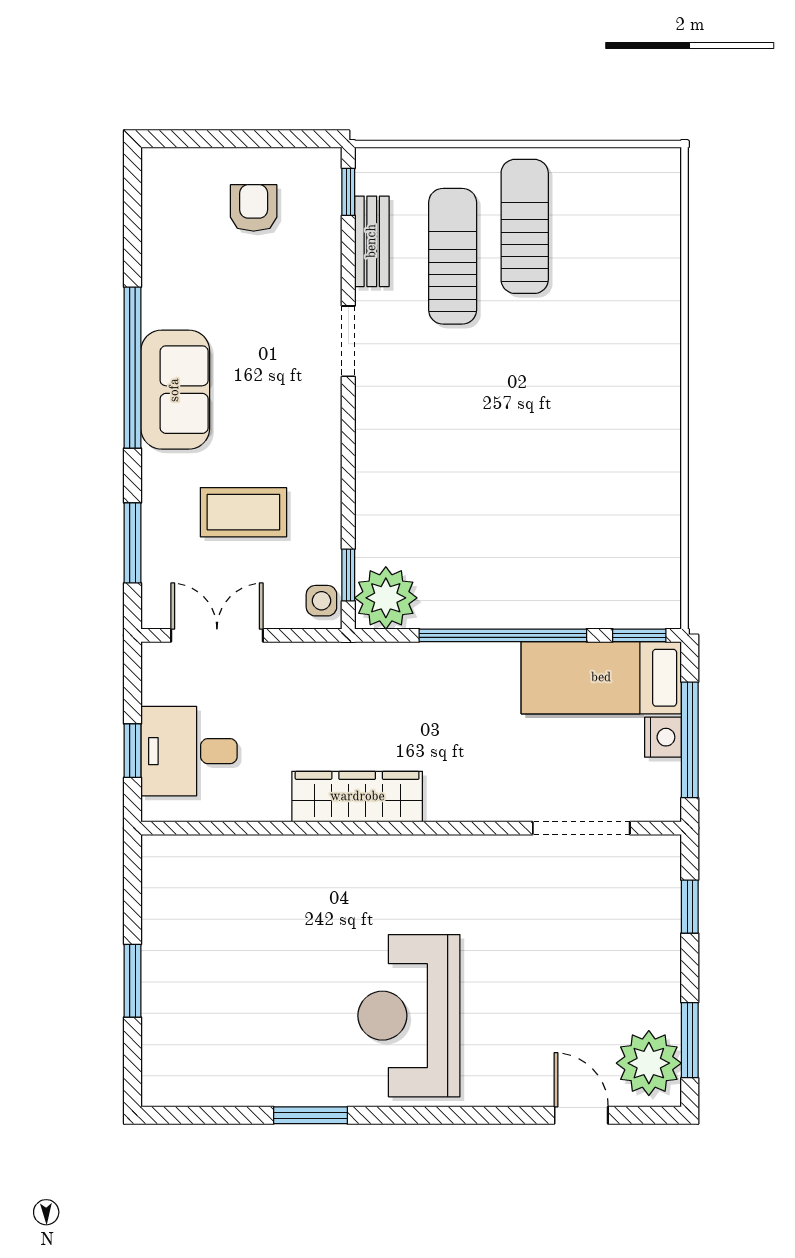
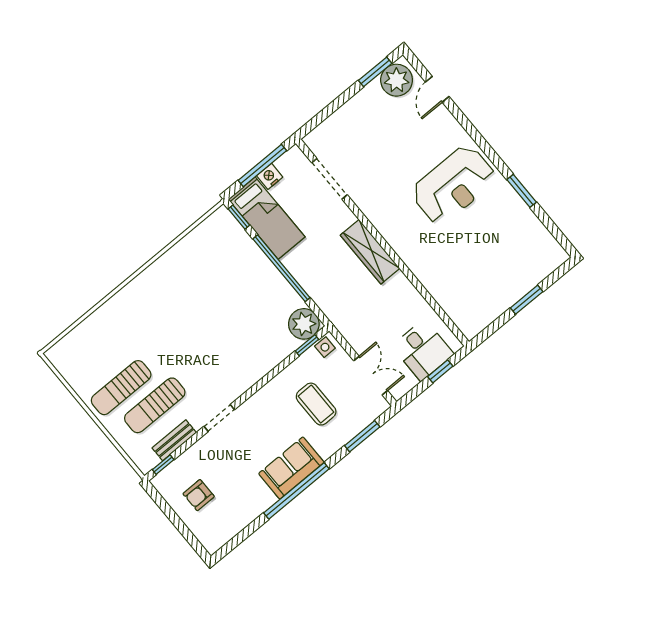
double door: (217, 635) -> (371, 376), swing flipped
wardrobe: (357, 797) -> (370, 252), moved
window: (690, 907) -> (325, 114), removed

